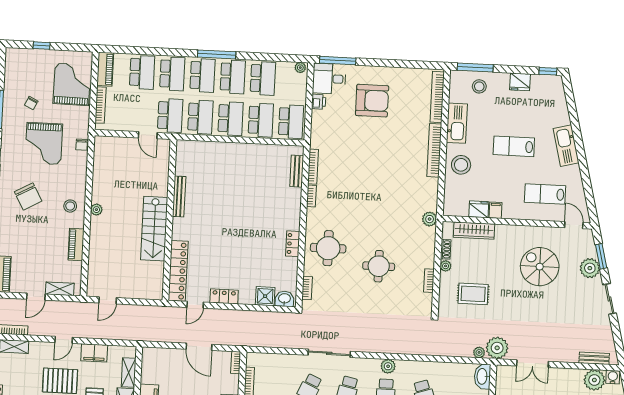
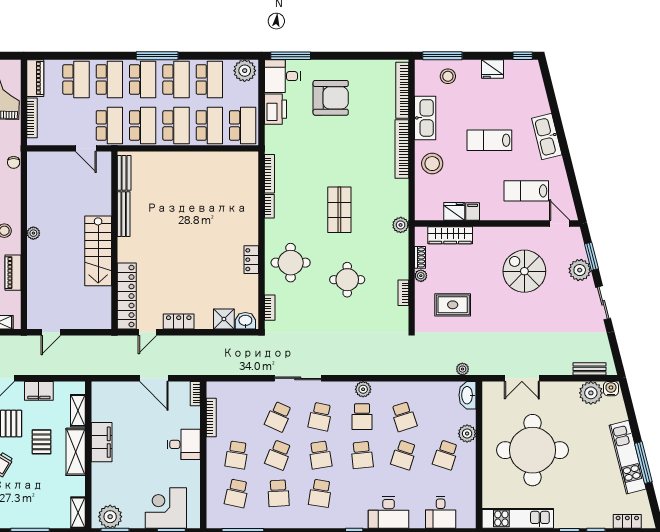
plant: (300, 68) -> (245, 71), width x1.88, depth x1.88
printer: (319, 102) -> (275, 109), width x1.87, depth x1.48
bench: (297, 171) -> (124, 173), moved
shop shelf: (375, 202) -> (339, 210), added
plant: (497, 348) -> (482, 363), removed

